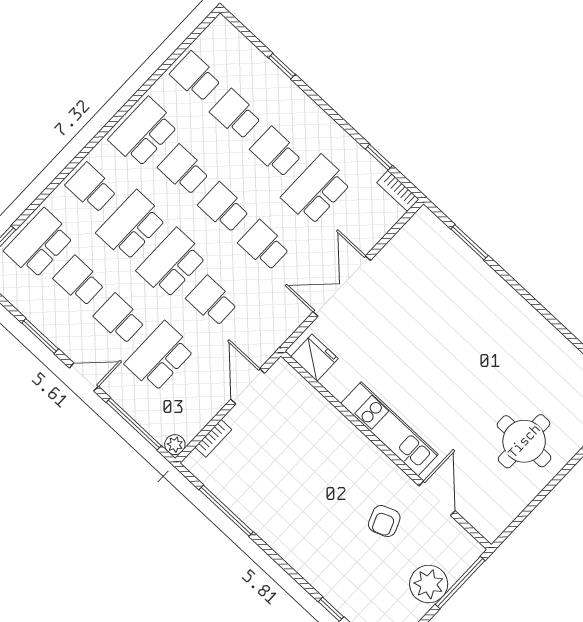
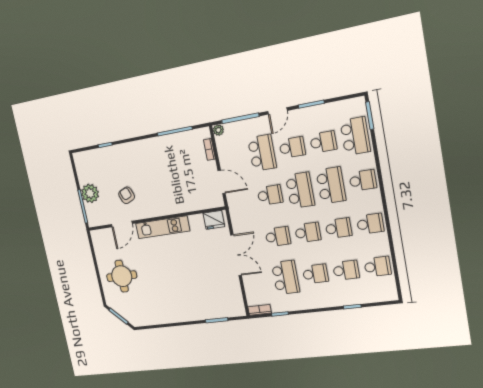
school desk: (143, 132) -> (370, 224), width x0.54
door: (437, 498) -> (122, 224), hinge flipped

